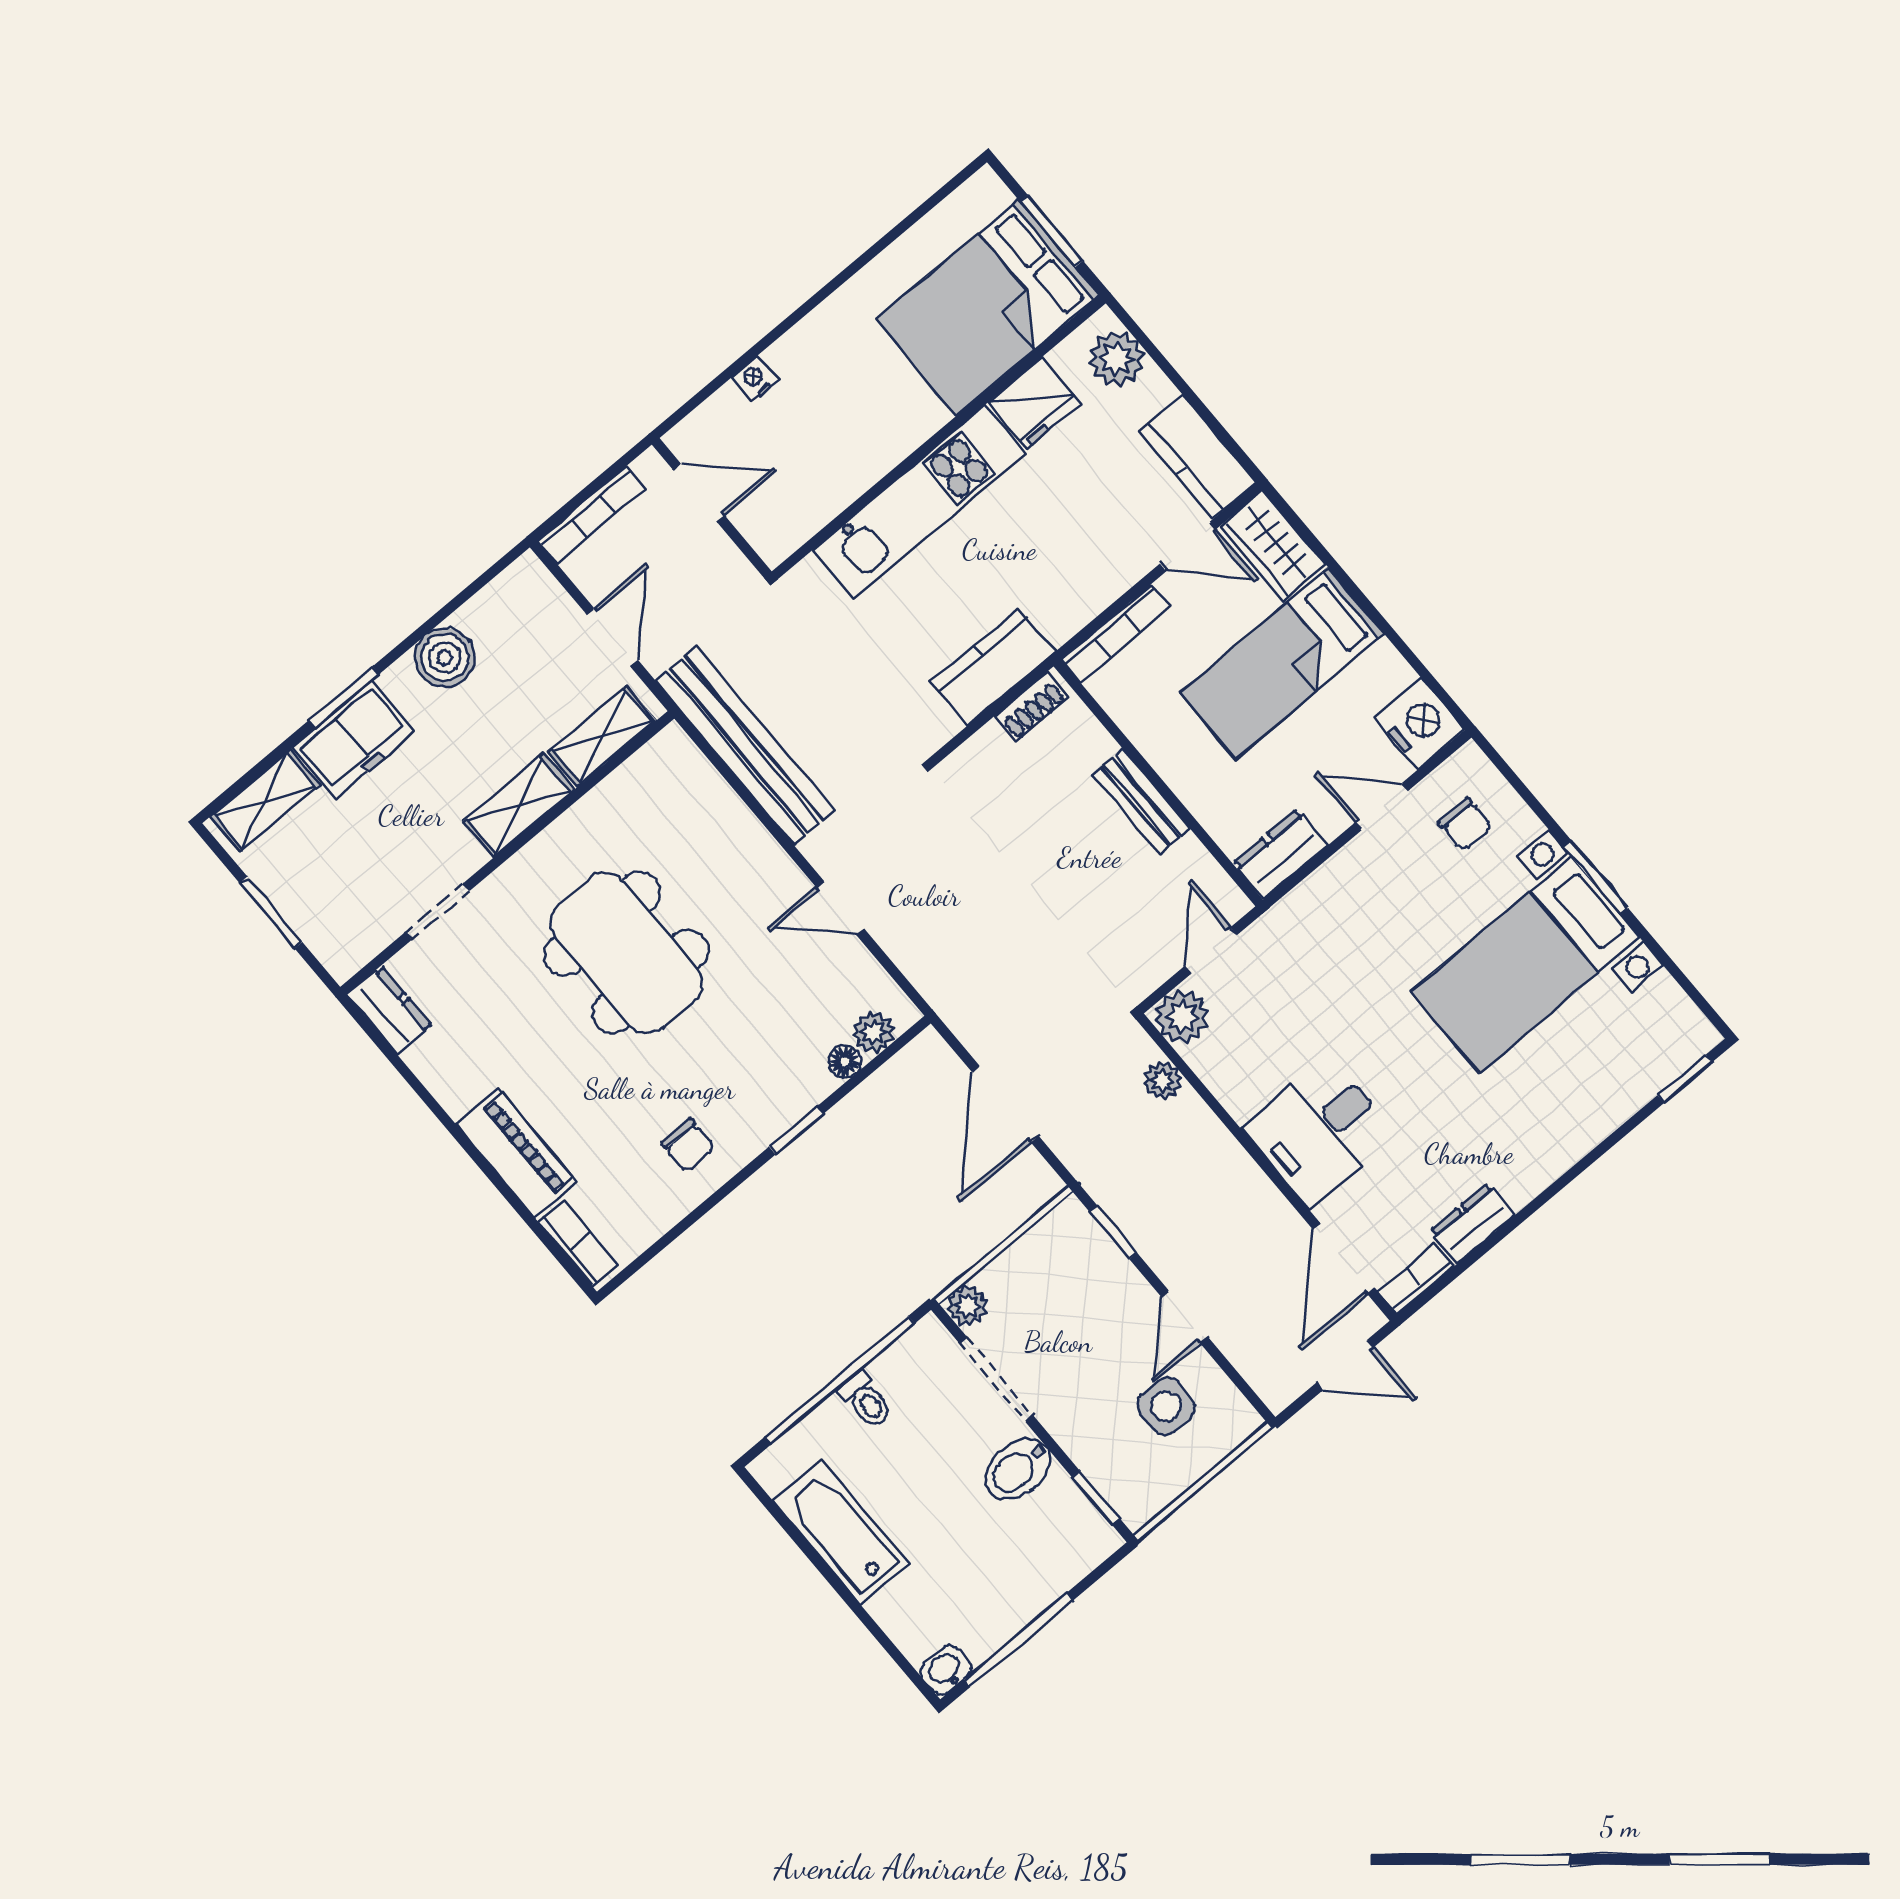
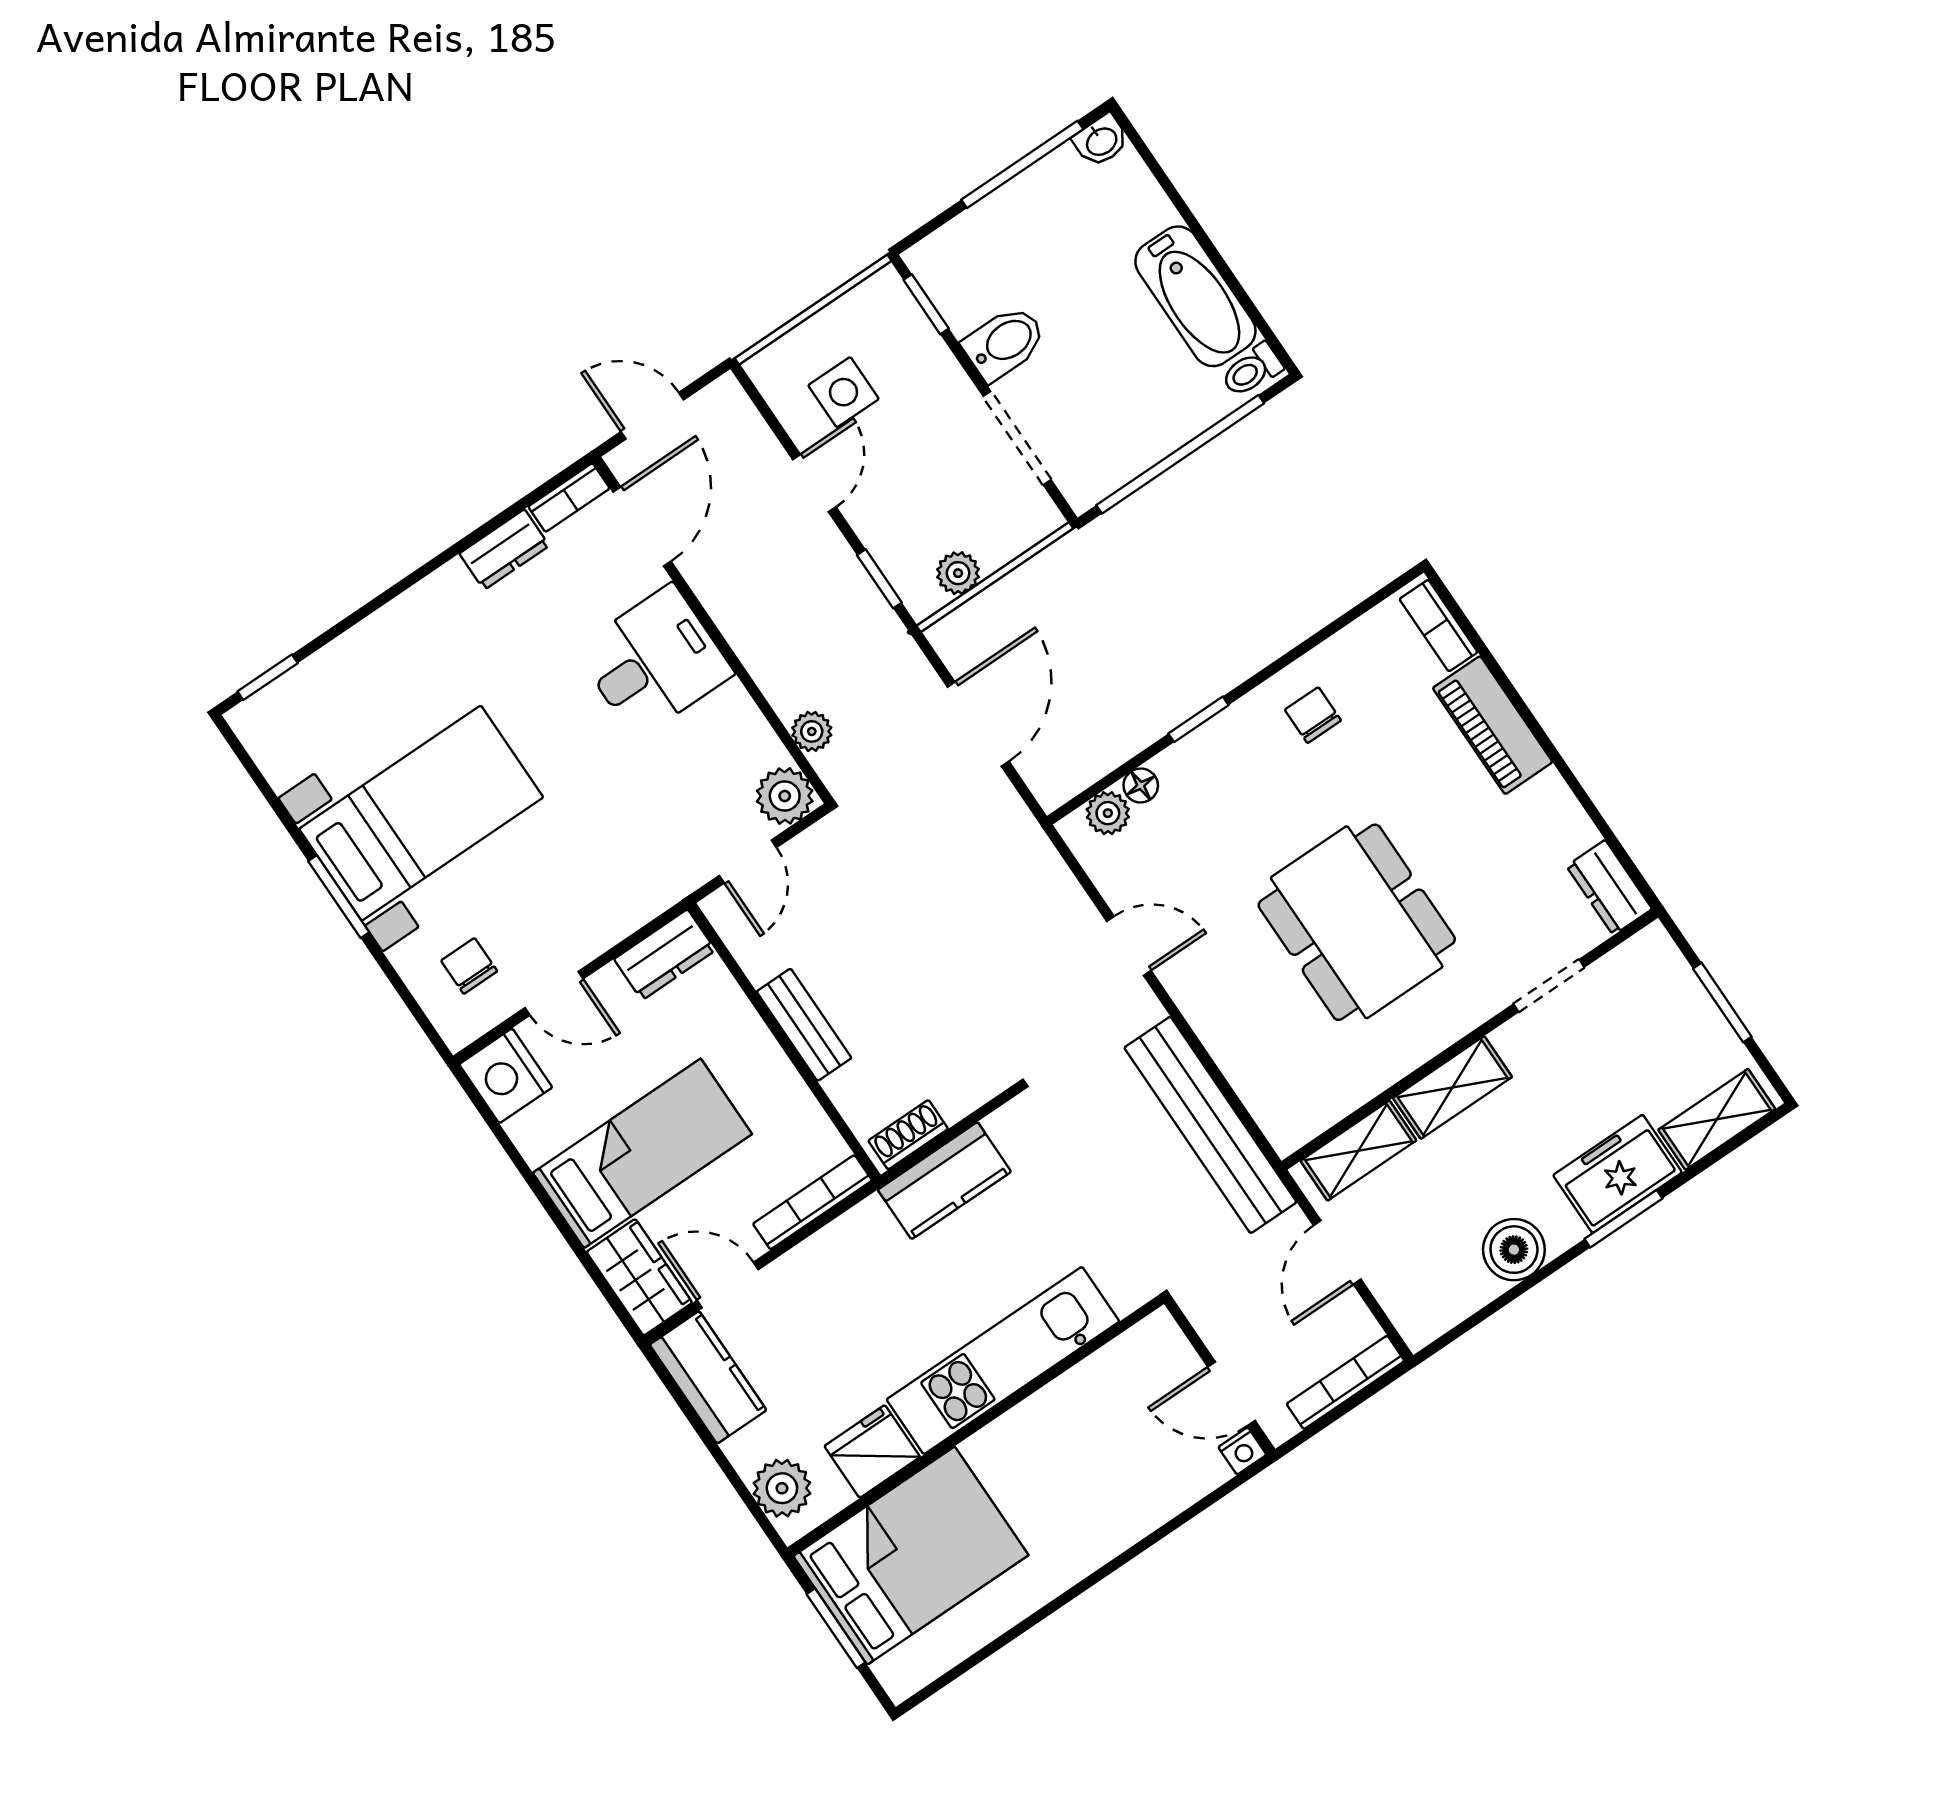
nightstand: (755, 379) -> (1242, 1451), moved
plant: (967, 1306) -> (958, 573), moved
toilet: (866, 1400) -> (1252, 370), moved, turned -90

